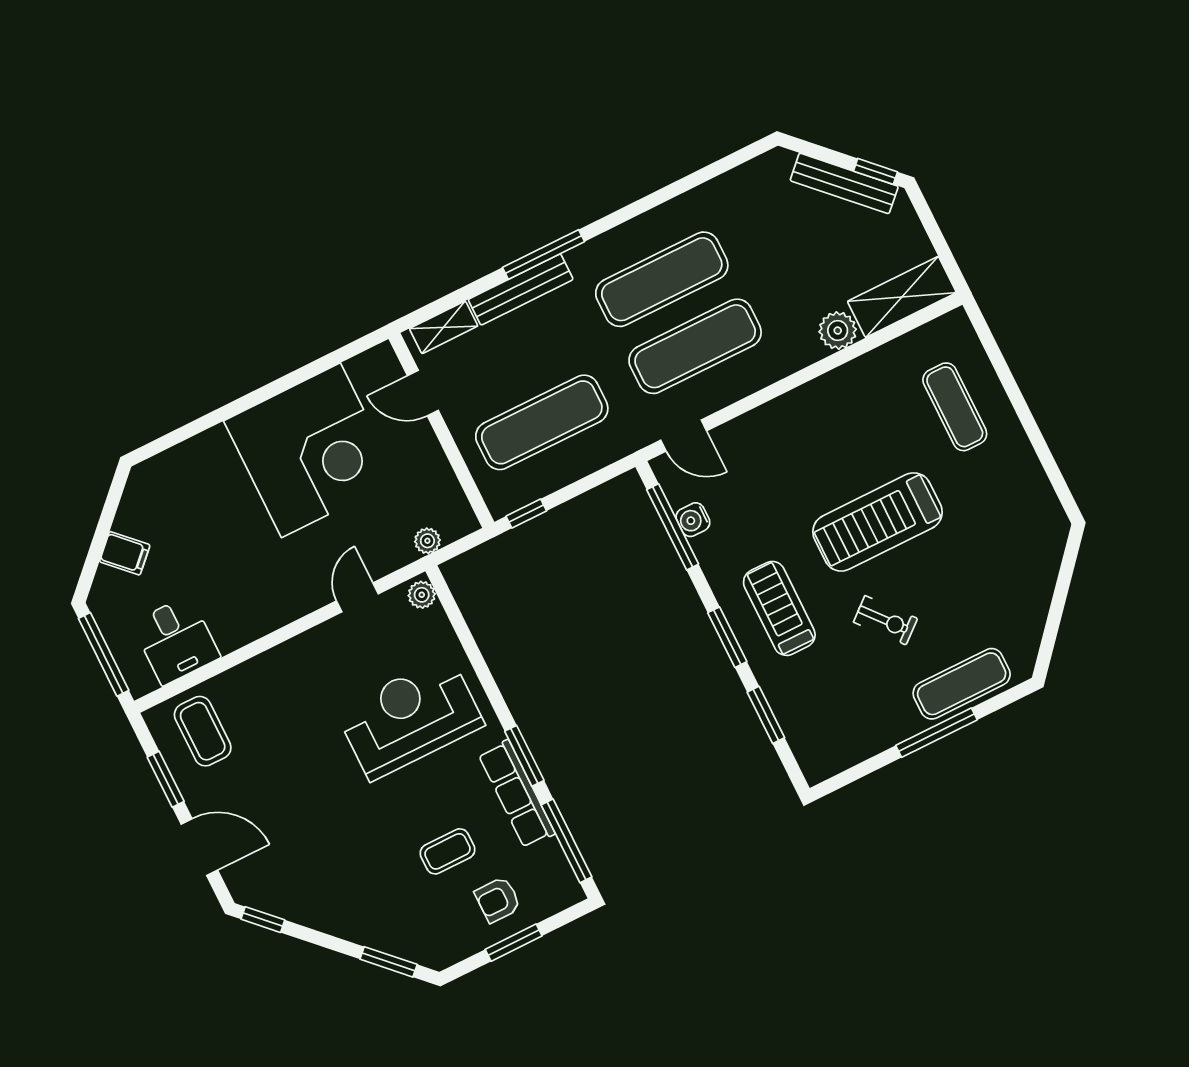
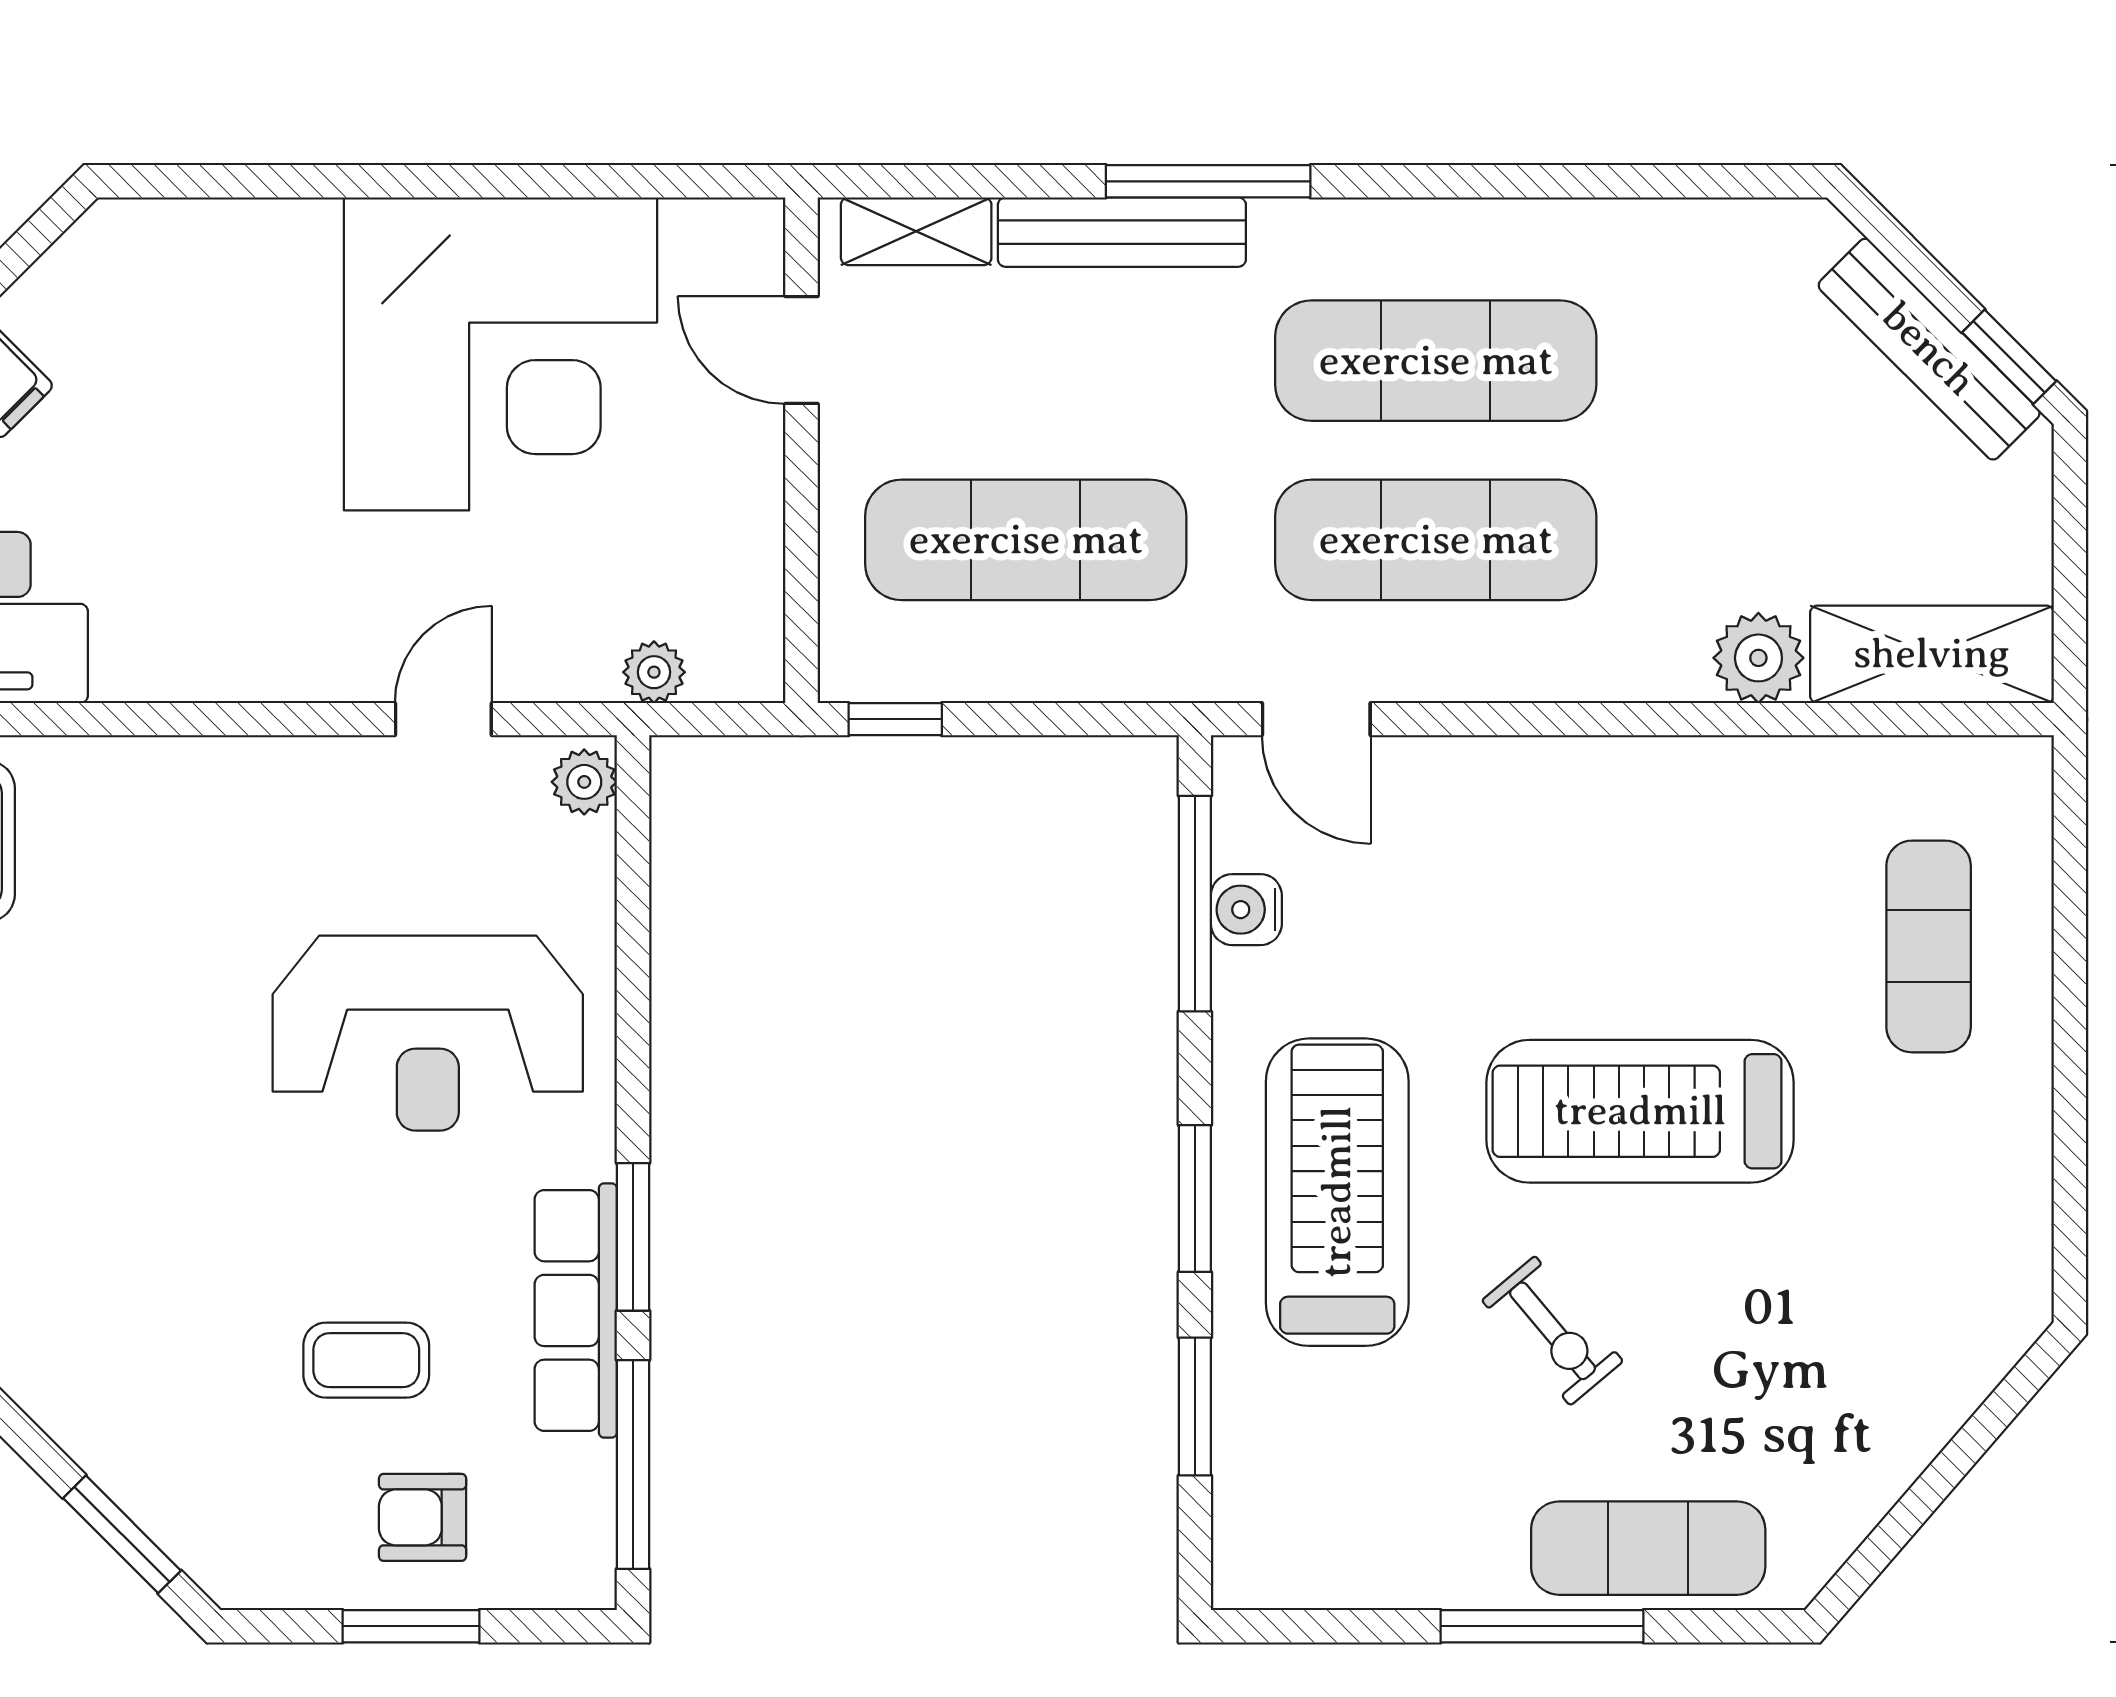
treadmill: (779, 608) -> (1337, 1192), width x1.37, depth x1.38
reception desk: (410, 718) -> (428, 1033), turned 180

